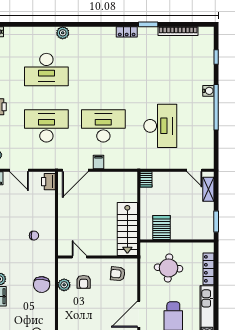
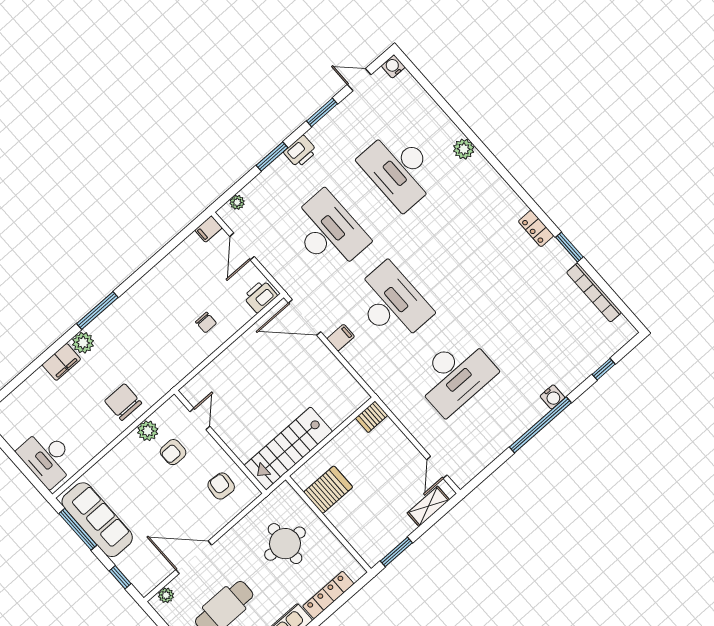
chair: (34, 236) -> (206, 323), moved
chair: (42, 285) -> (123, 402), turned 85

